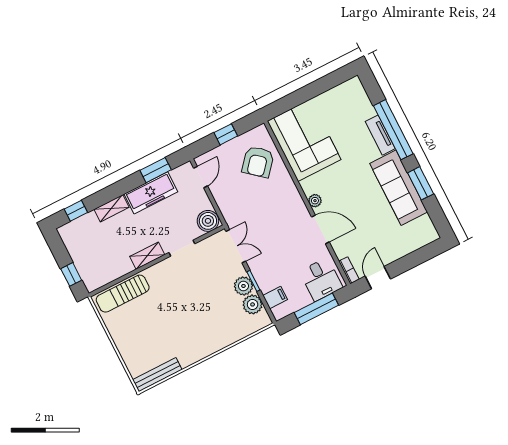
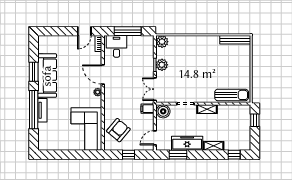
filing cabinet: (275, 297) -> (147, 109), moved
plant: (253, 304) -> (162, 42), moved

